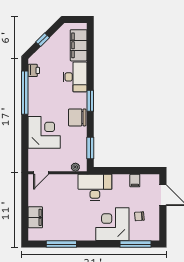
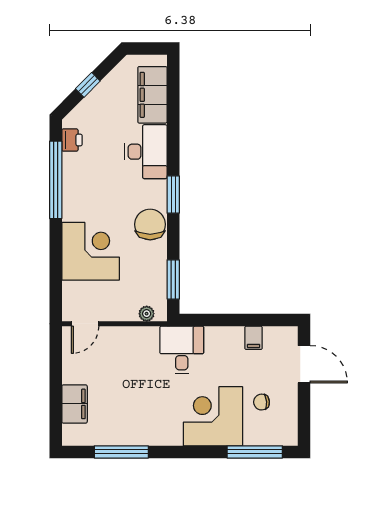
chair: (77, 117) -> (150, 224), turned 90
desk: (95, 187) -> (182, 350), width x0.73

